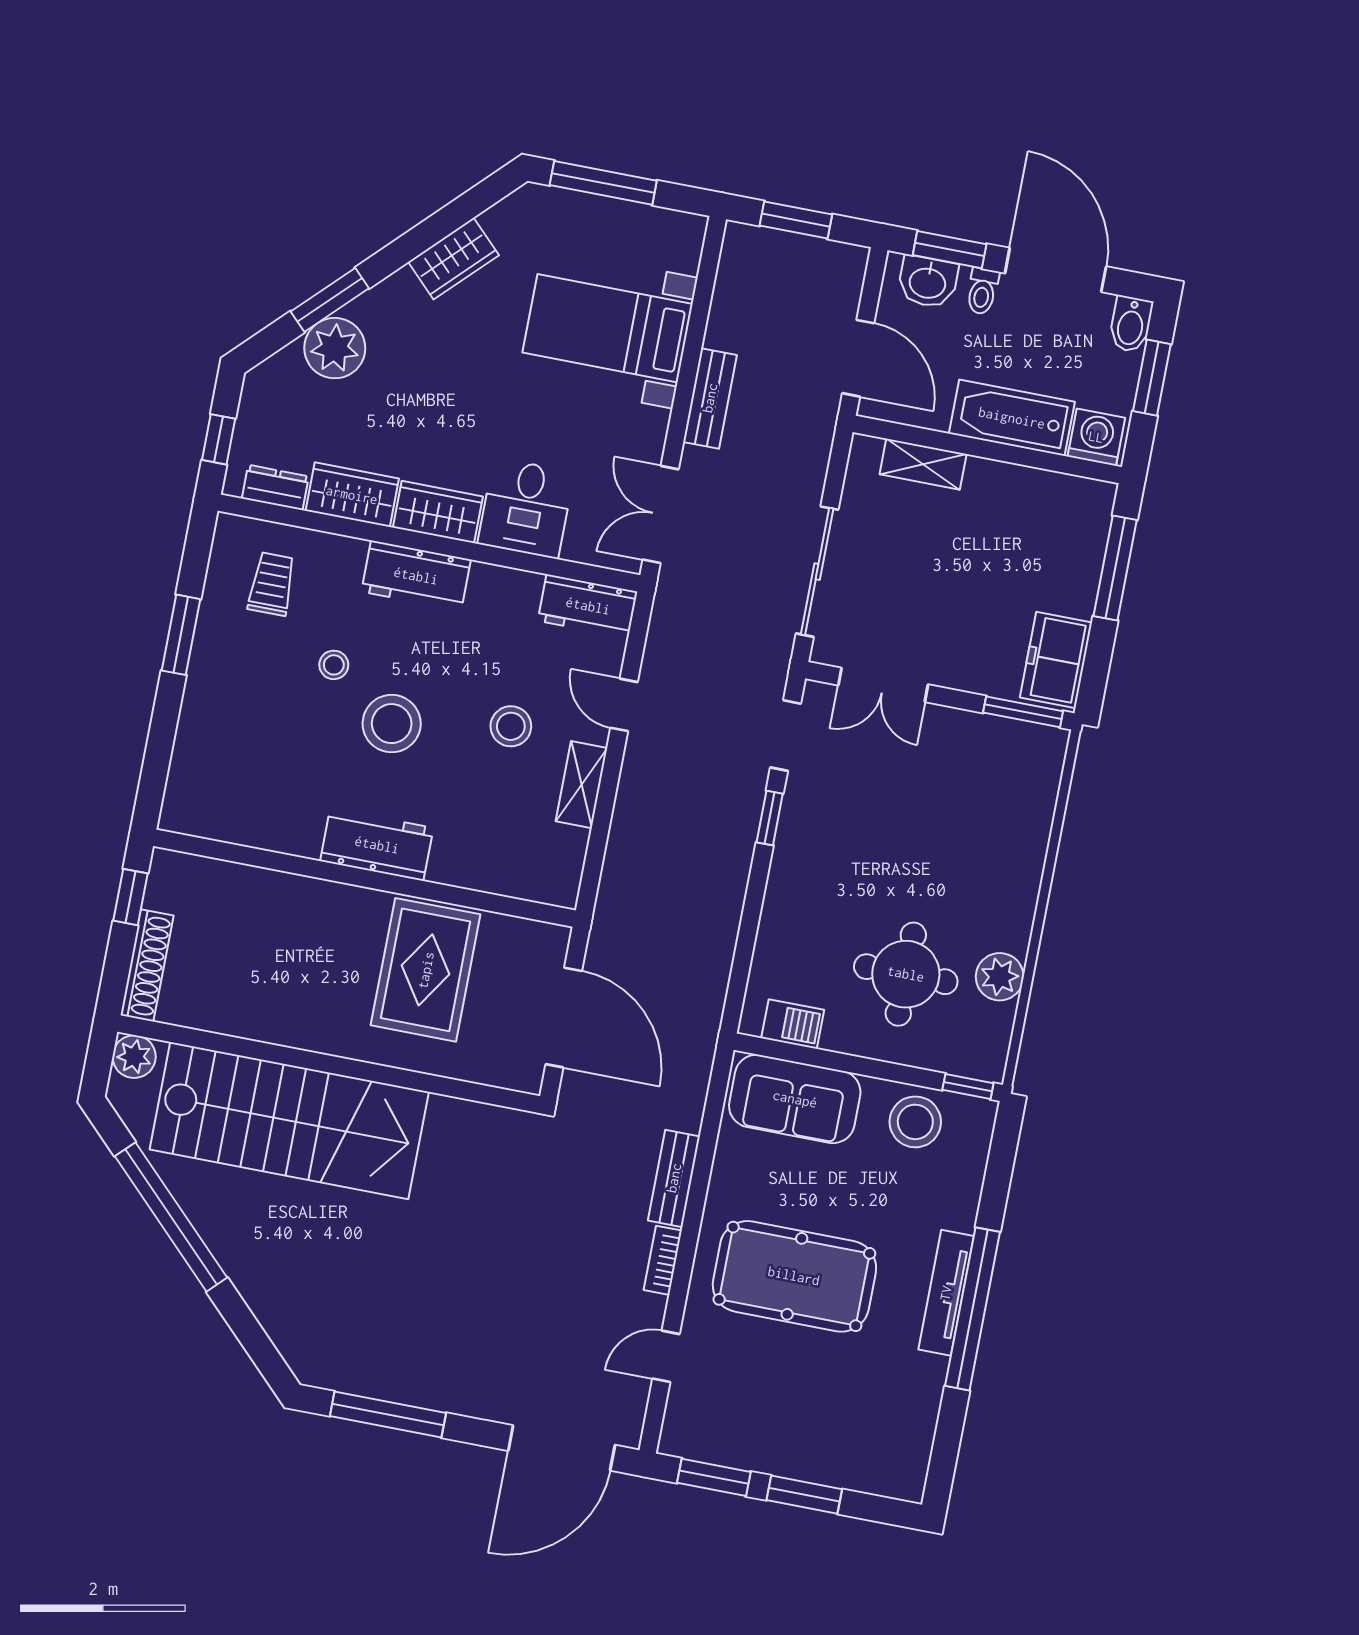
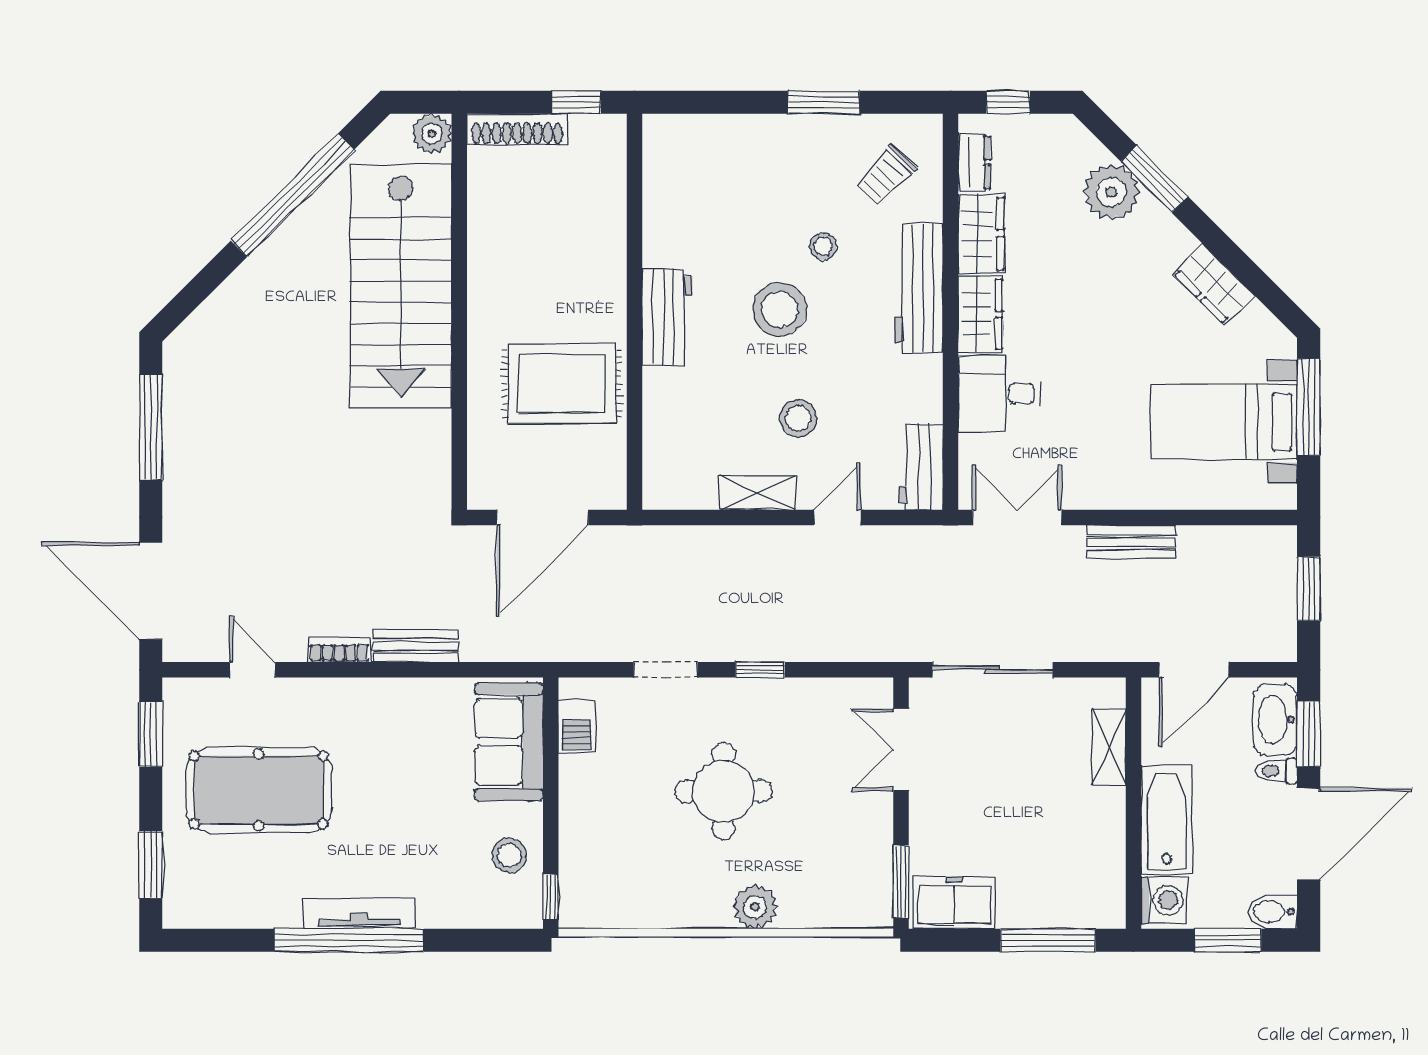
washbasin: (928, 282) -> (1275, 720), width x1.38
bed with nightstands: (608, 328) -> (1224, 422), moved, turned -90
workbench: (416, 576) -> (919, 288), width x1.38
trolley: (272, 584) -> (886, 176), turned 134
doorway: (786, 735) -> (666, 670), moved
round table: (906, 974) -> (723, 791), moved
plant: (1000, 977) -> (755, 907), moved
stool: (915, 1122) -> (509, 855), width x0.73, depth x0.73
pool table: (794, 1276) -> (259, 790), moved, turned 90
window: (804, 1495) -> (151, 865), moved

